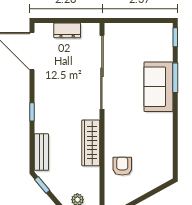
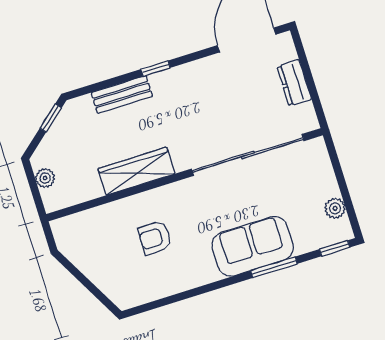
plant: (151, 29) -> (335, 208), added
bench: (41, 152) -> (122, 95), moved
armchair: (122, 166) -> (155, 238), moved, turned 180

